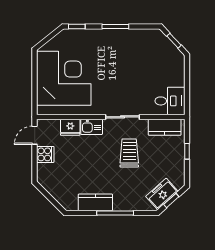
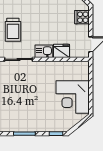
corner desk: (64, 78) -> (73, 97), width x0.74, depth x0.74
cooker: (45, 154) -> (82, 17), moved

